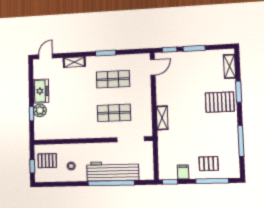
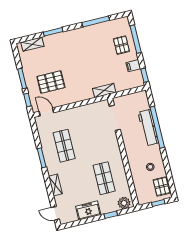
pallet: (220, 102) -> (51, 82), moved, turned 90
plant: (40, 110) -> (124, 203), moved
shop shelf: (114, 113) -> (104, 178), moved
shelving: (162, 118) -> (104, 90), moved
pallet: (47, 161) -> (161, 186), moved
workbench: (113, 171) -> (148, 128), width x0.73, depth x0.76

